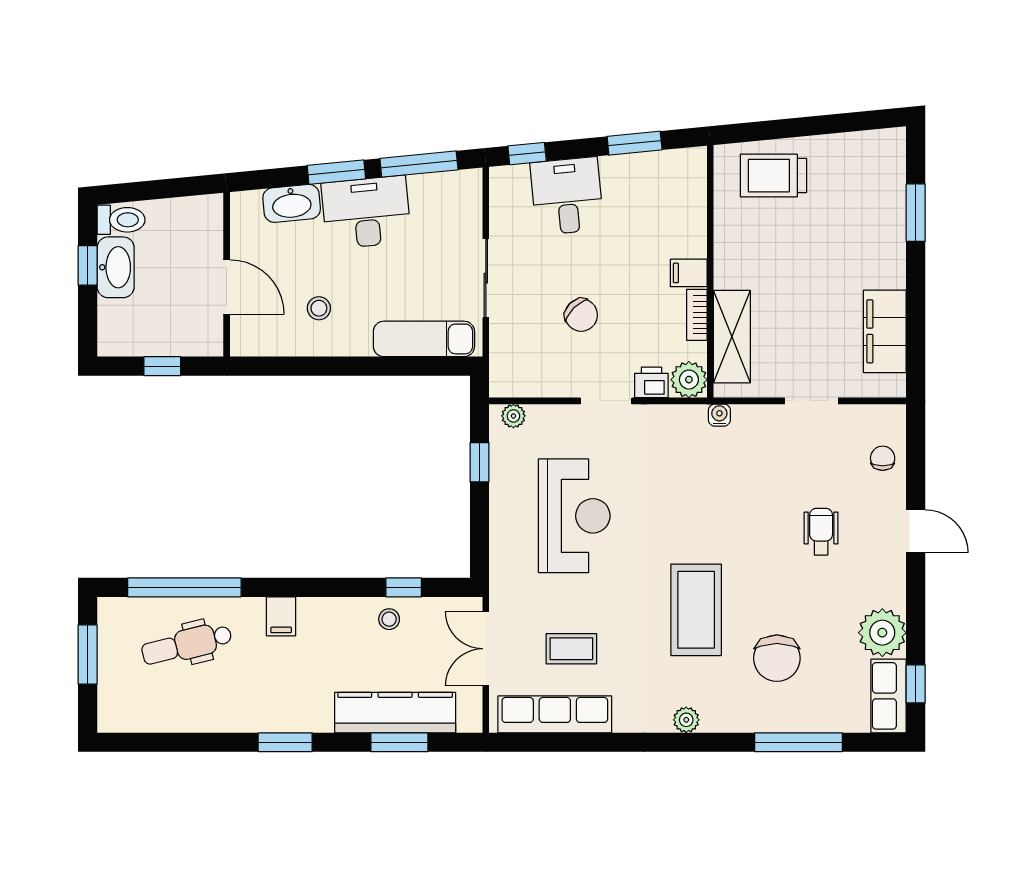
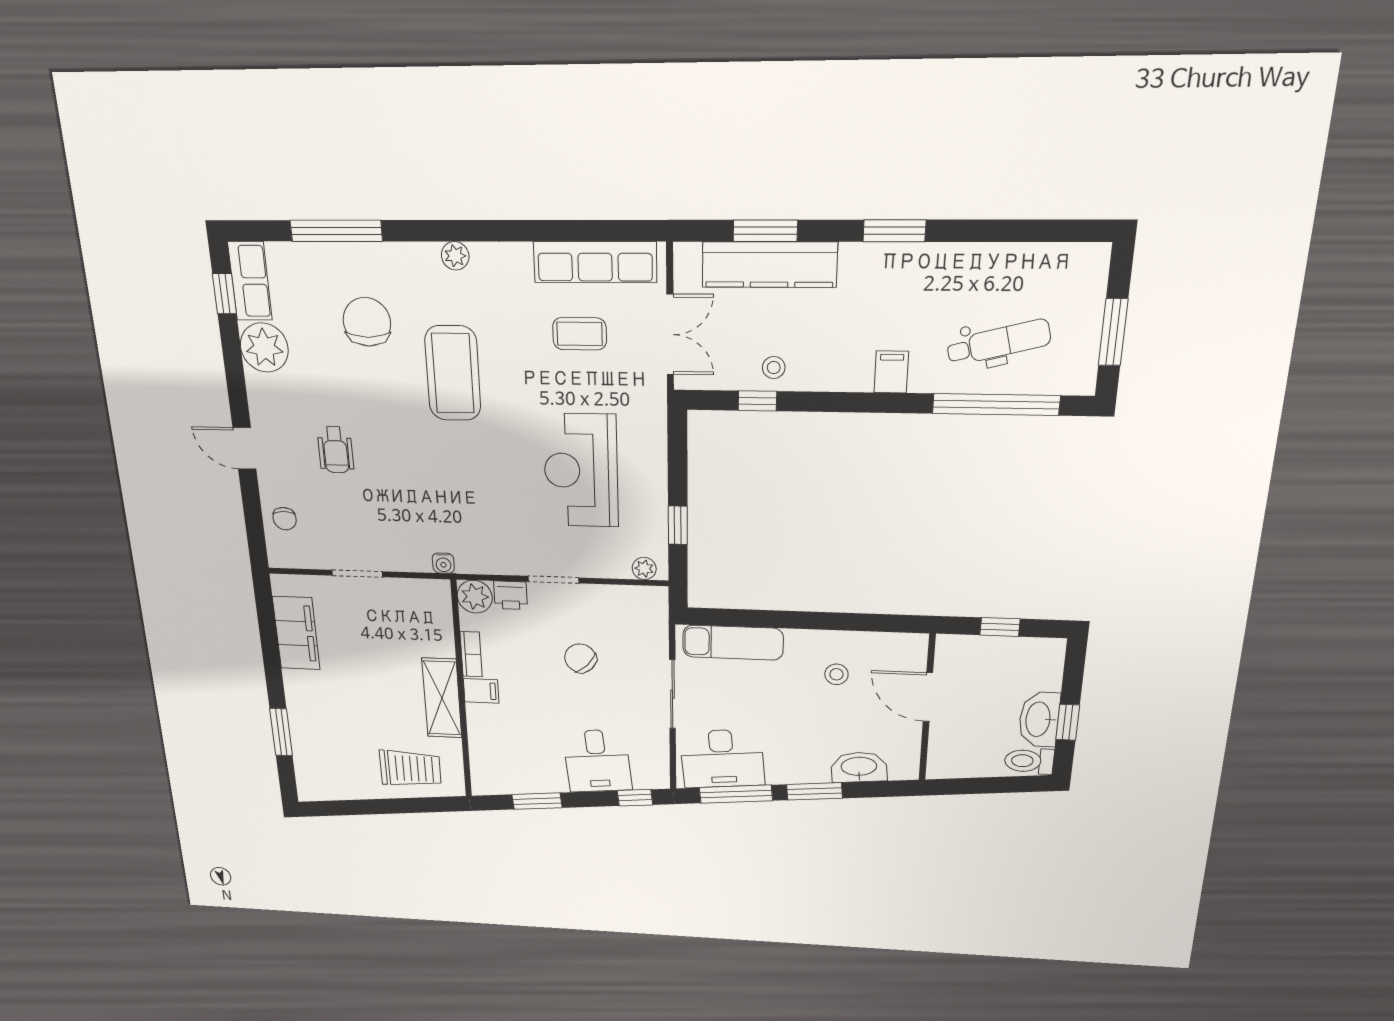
desk: (366, 212) -> (722, 759), moved
shelving: (732, 337) -> (442, 698), moved

